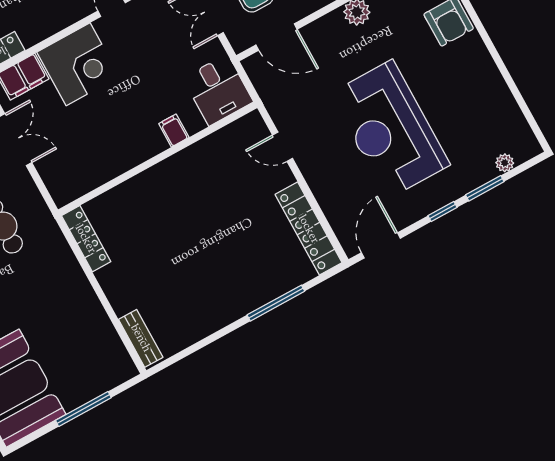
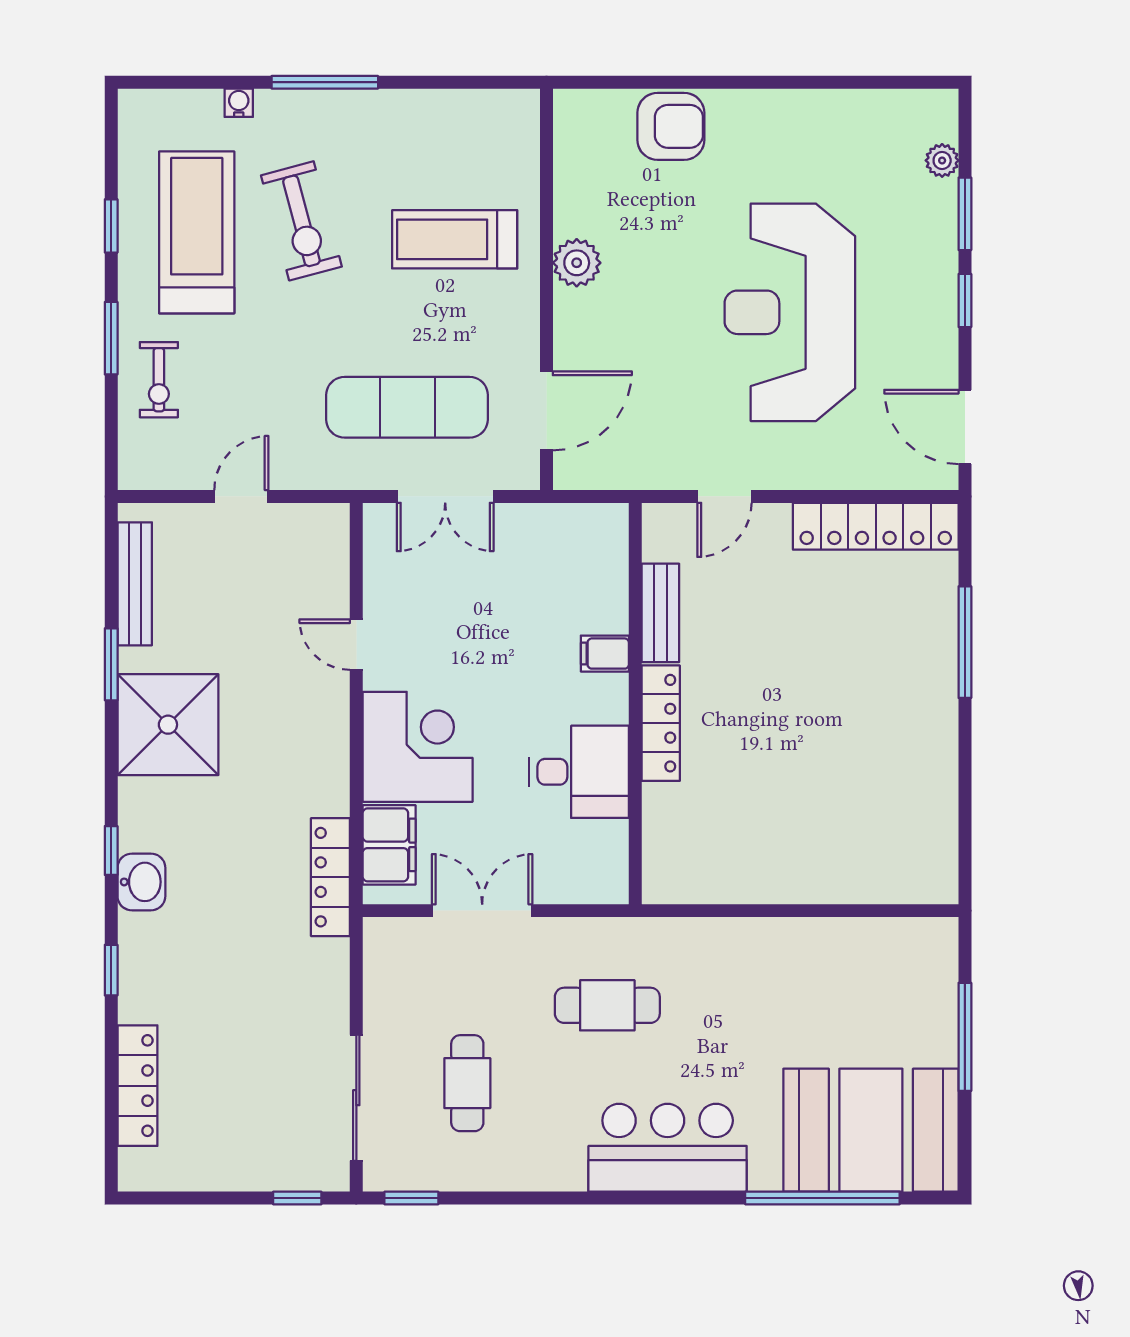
desk: (218, 90) -> (579, 772), moved
reception desk: (390, 129) -> (790, 312), turned 90
locker: (86, 239) -> (661, 723), moved, turned 90
bench: (141, 338) -> (660, 613), moved, turned 90

